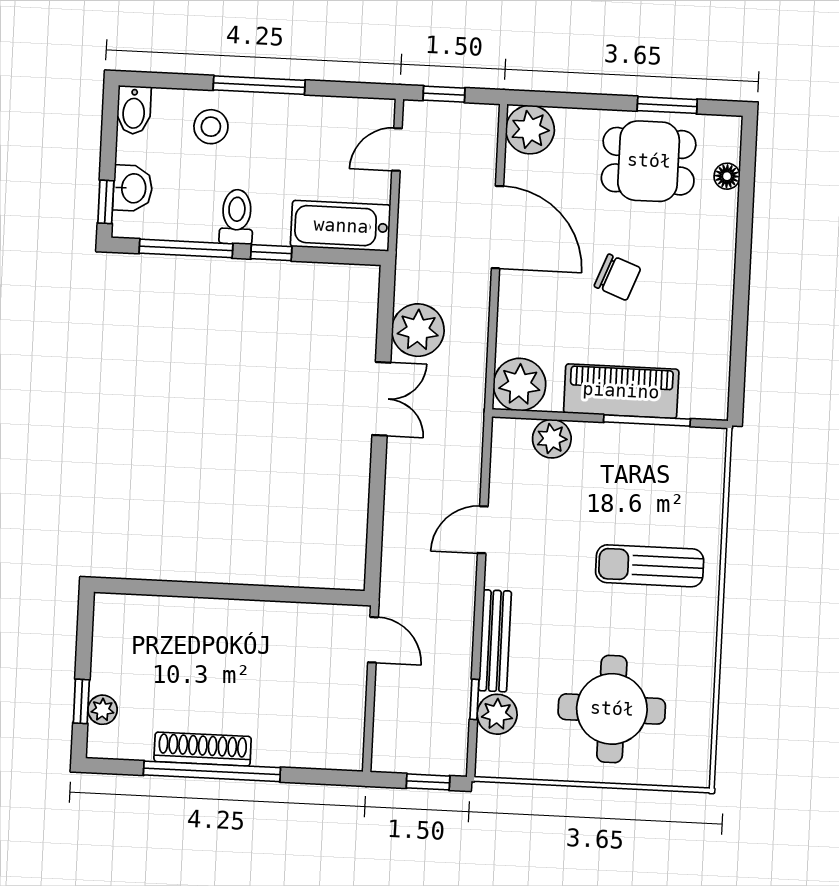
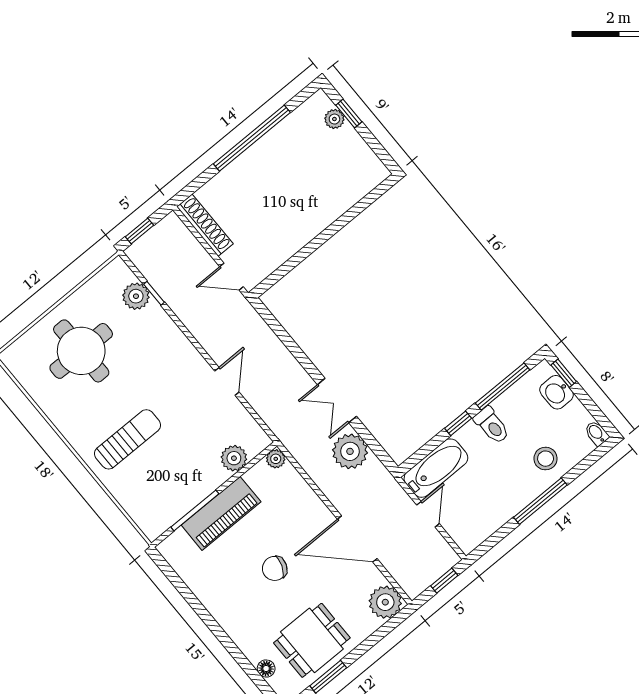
bidet: (134, 110) -> (597, 433), width x0.72, depth x0.74
door: (397, 149) -> (428, 514), moved
plant: (520, 385) -> (276, 459), width x0.53, depth x0.53
bench: (495, 641) -> (170, 332), removed
shoe rack: (203, 749) -> (205, 225), moved, turned -90

